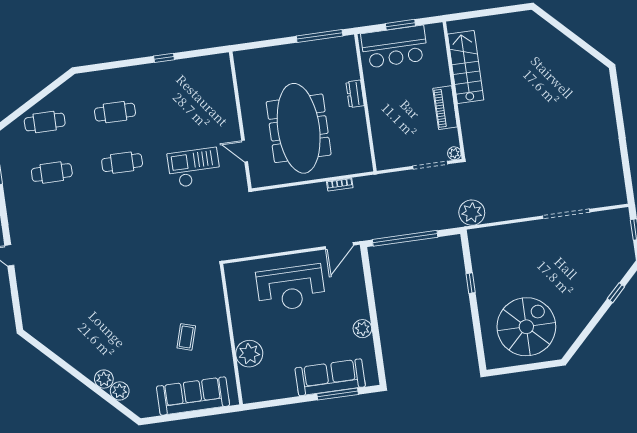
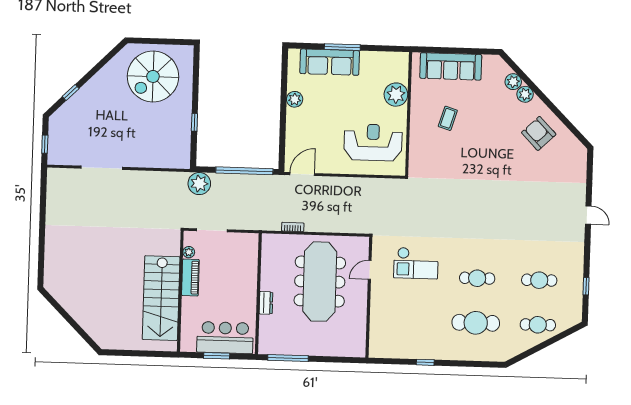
stairs: (466, 67) -> (161, 298), width x1.36, depth x1.51
cafe table: (115, 112) -> (476, 323), width x1.37, depth x1.35
door: (245, 151) -> (370, 270), swing flipped
plant: (454, 153) -> (189, 252), moved
plant: (472, 213) -> (199, 184), moved
reception desk: (291, 288) -> (373, 142), moved
armchair: (81, 338) -> (539, 133), added
window: (338, 394) -> (342, 47), moved

